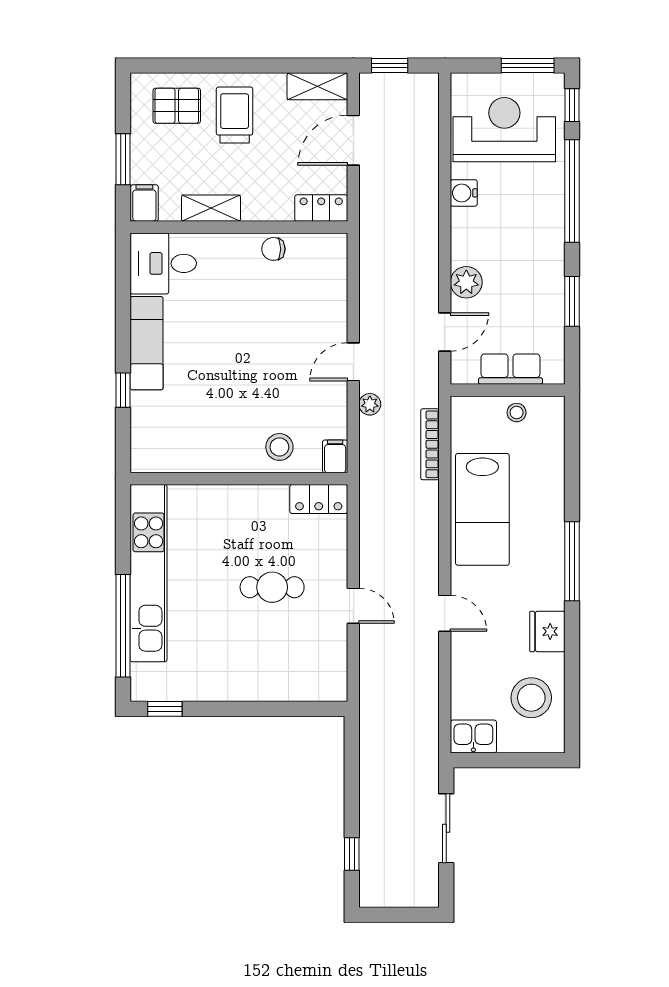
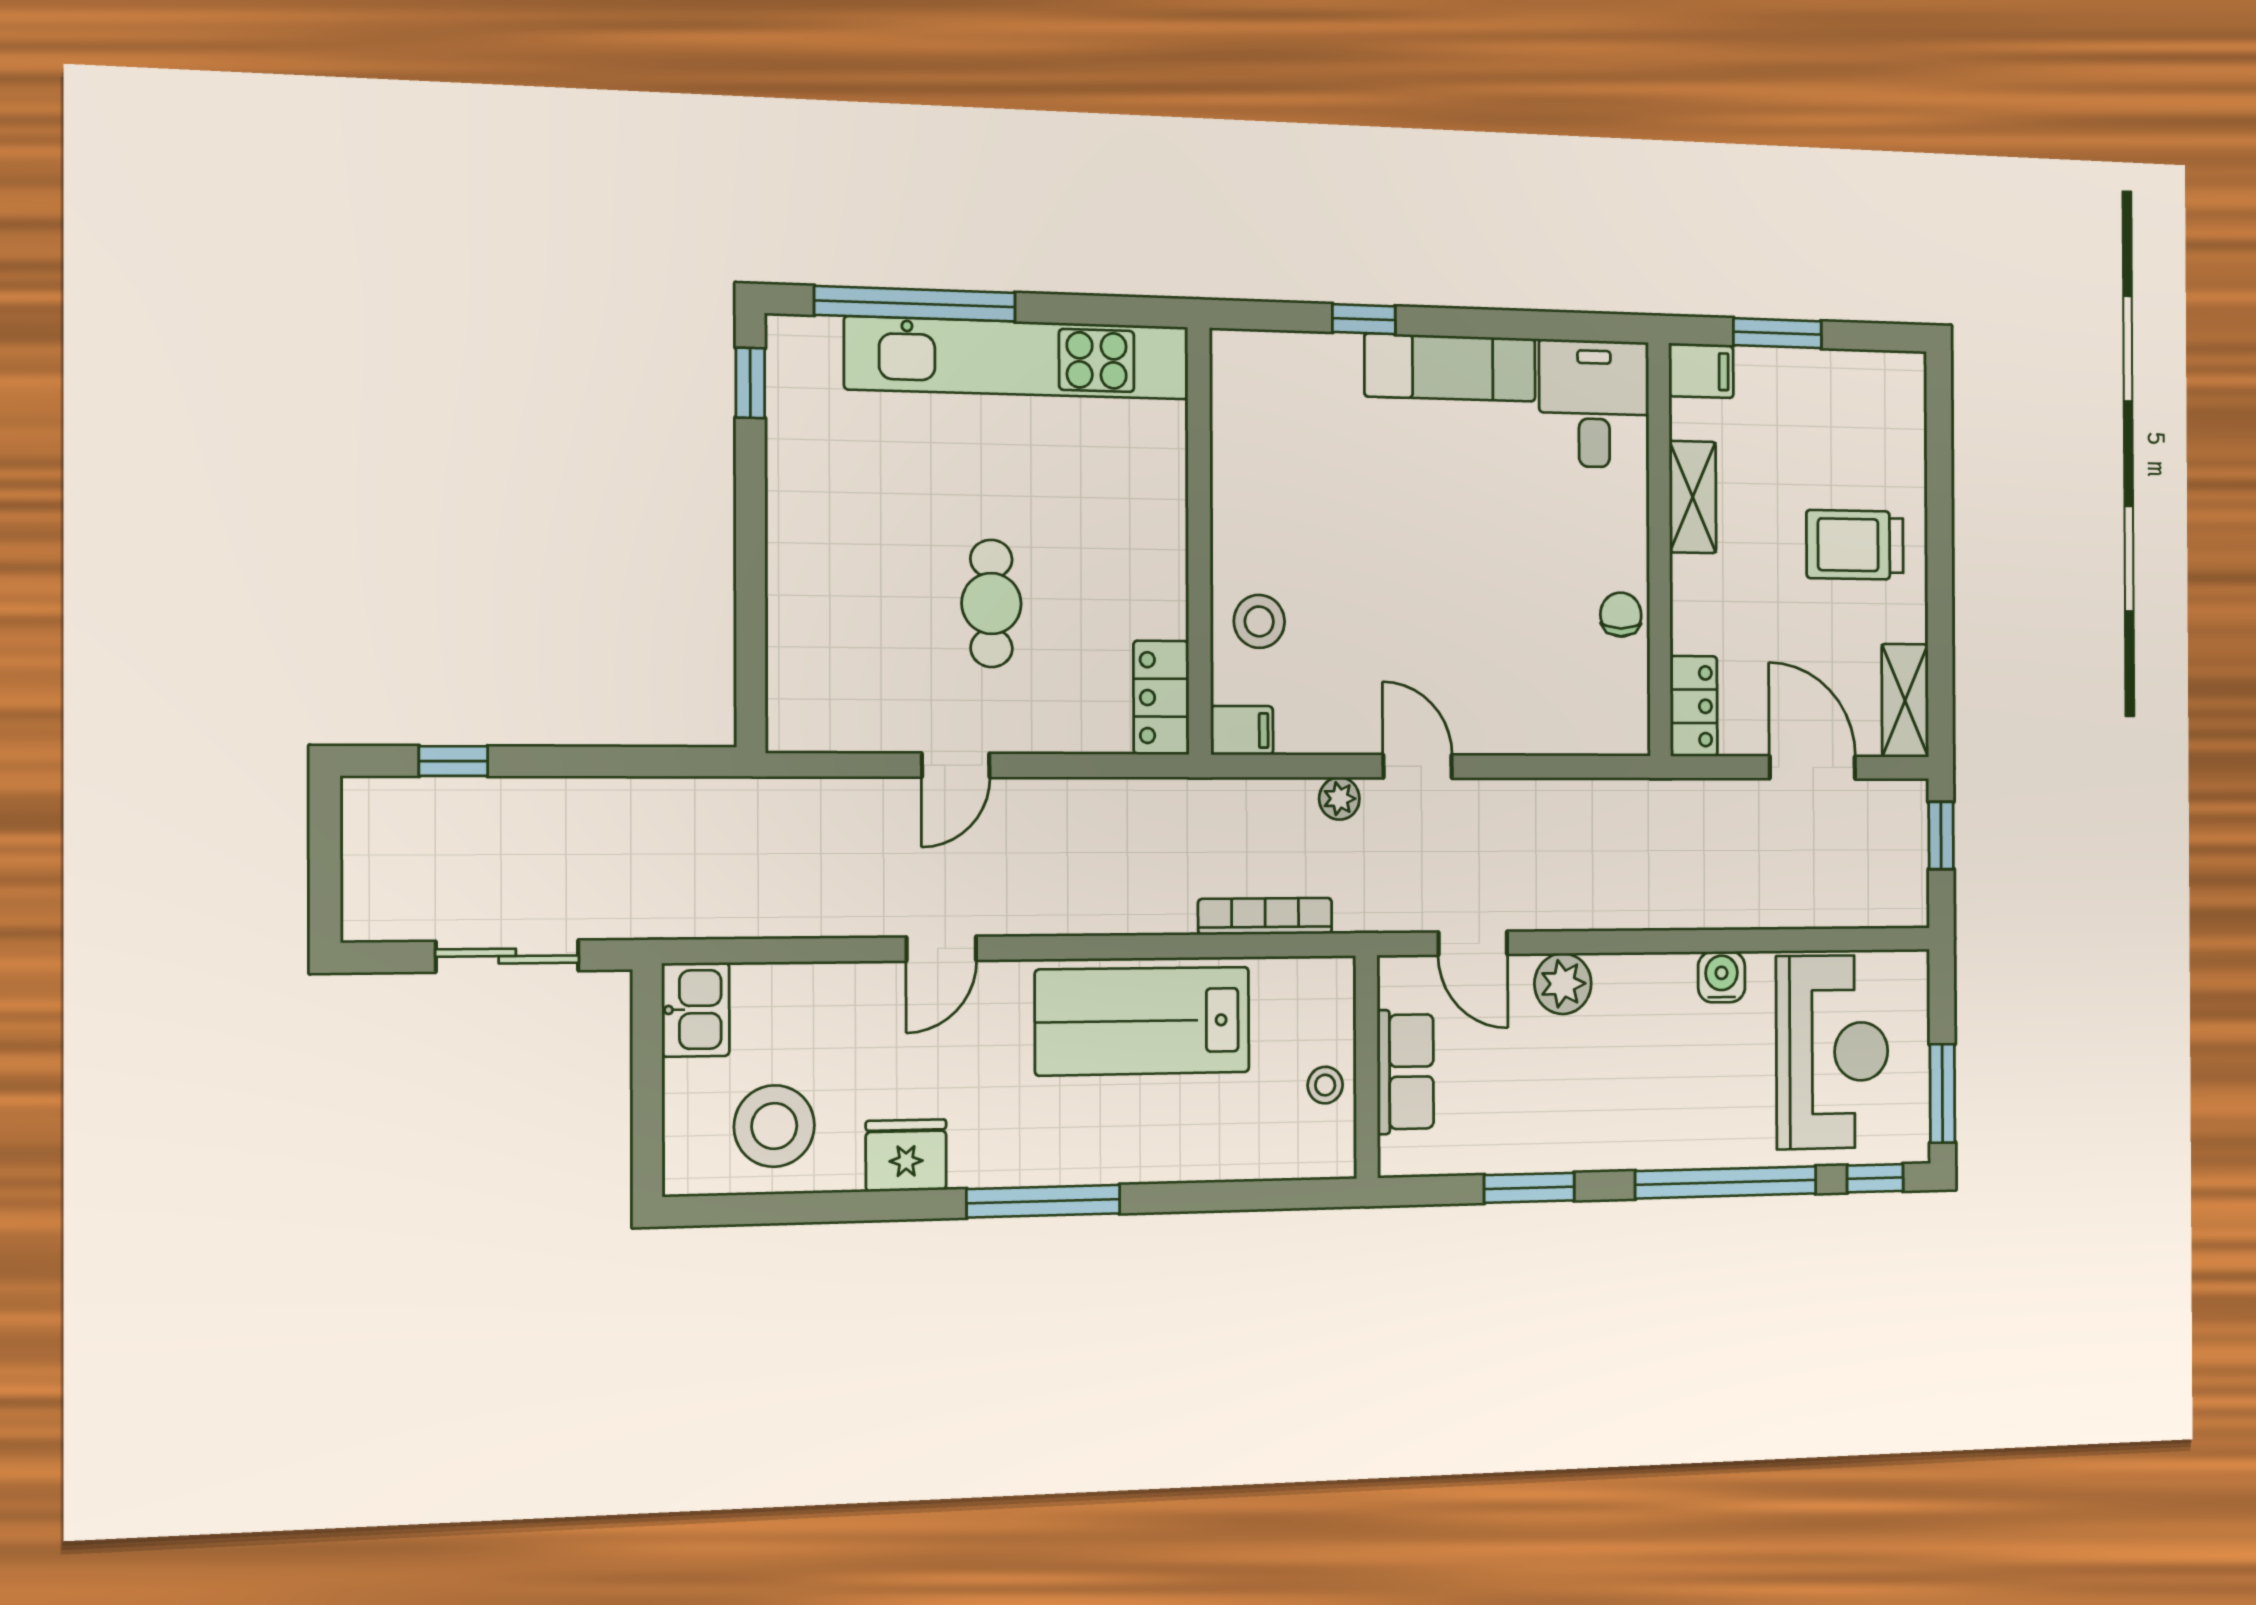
pallet: (177, 106) -> (1870, 437), removed
trolley: (235, 115) -> (1855, 545), turned 180

